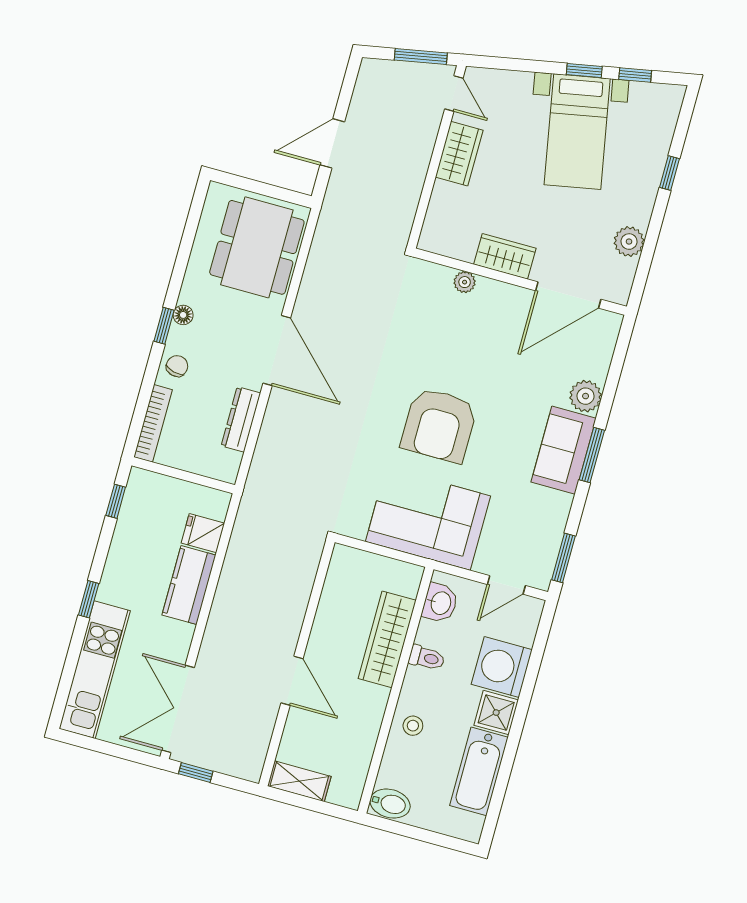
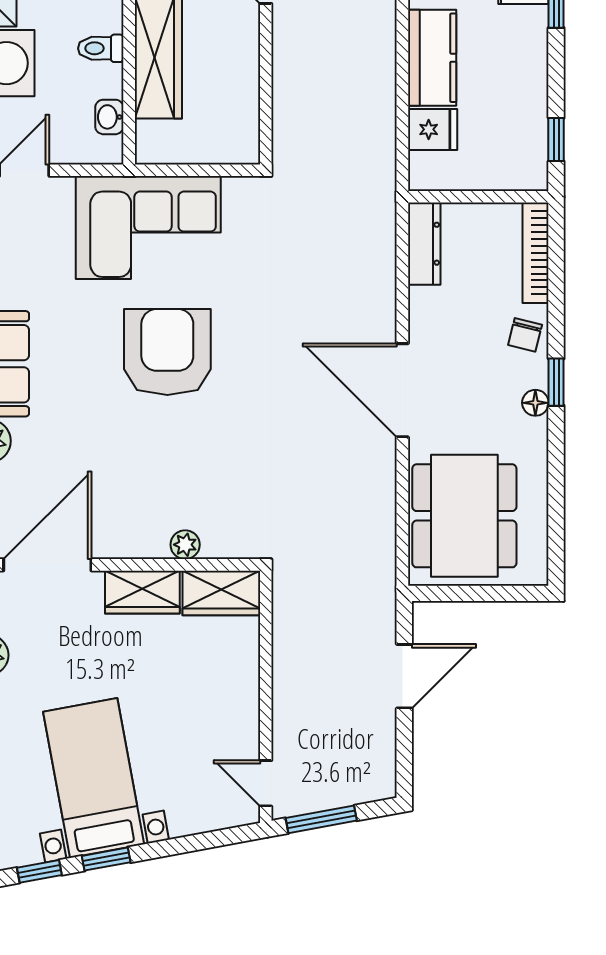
wardrobe: (459, 154) -> (221, 593), moved, turned -90
dresser: (241, 419) -> (424, 244), moved
washbasin: (440, 603) -> (109, 117), width x0.72, depth x0.69

